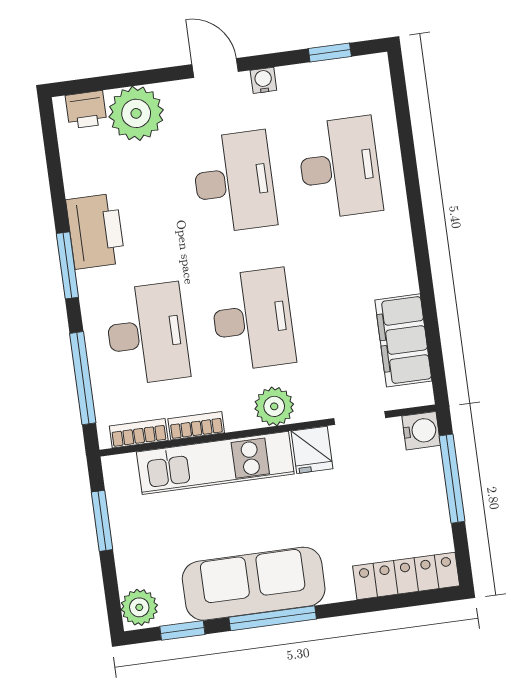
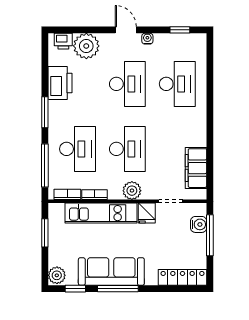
printer: (95, 231) -> (60, 83), moved
water cooler: (421, 431) -> (199, 224), moved

